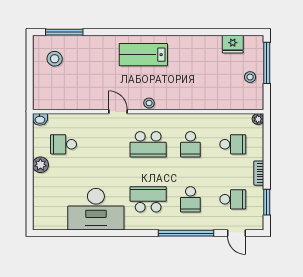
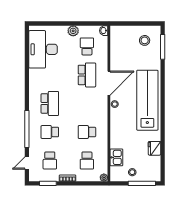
fridge: (233, 44) -> (154, 148), moved
lab bench: (143, 55) -> (147, 100), width x1.86, depth x1.39
kitchen sink: (228, 101) -> (116, 157), added
door: (118, 112) -> (109, 83), width x1.88
school desk: (148, 144) -> (87, 75), moved, turned 180
desk: (96, 209) -> (43, 49), moved

